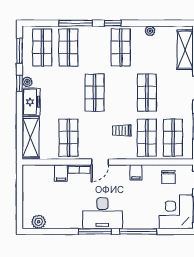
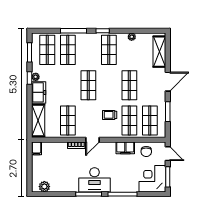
filing cabinet: (136, 172) -> (125, 148), width x2.00
filing cabinet: (61, 173) -> (37, 148), moved

